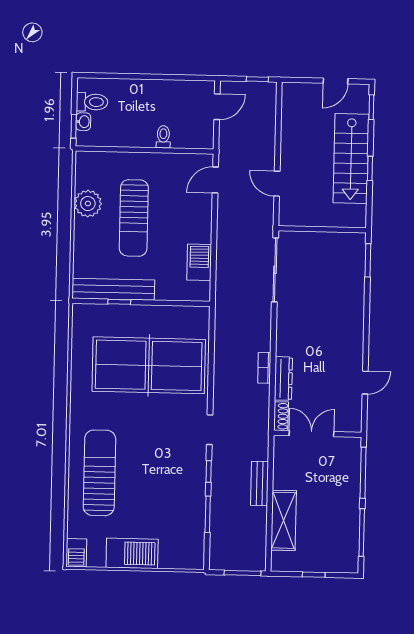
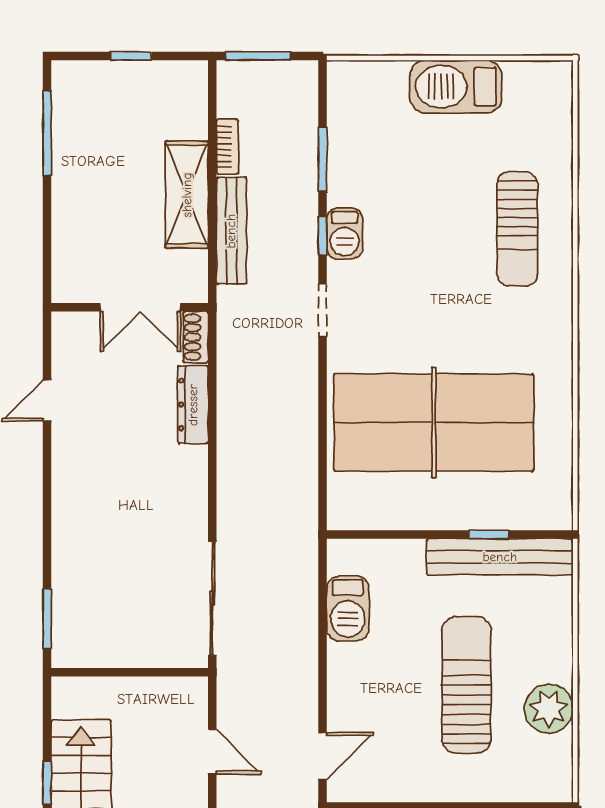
bookcase: (264, 368) -> (227, 147), moved
sun lounger: (99, 473) -> (517, 229), width x0.73, depth x0.75
window: (363, 473) -> (47, 240), removed
bench: (259, 483) -> (231, 231), width x1.36
shelving: (284, 520) -> (187, 195), moved
barbecue: (76, 553) -> (345, 234), moved, turned 180

